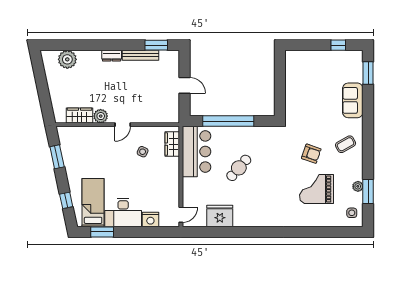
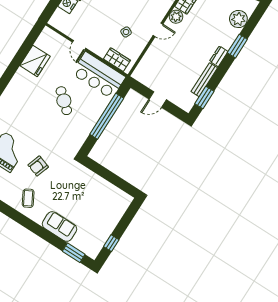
window: (92, 45) -> (237, 46), added
door: (123, 125) -> (158, 30), swing flipped
door: (181, 215) -> (79, 45), moved

